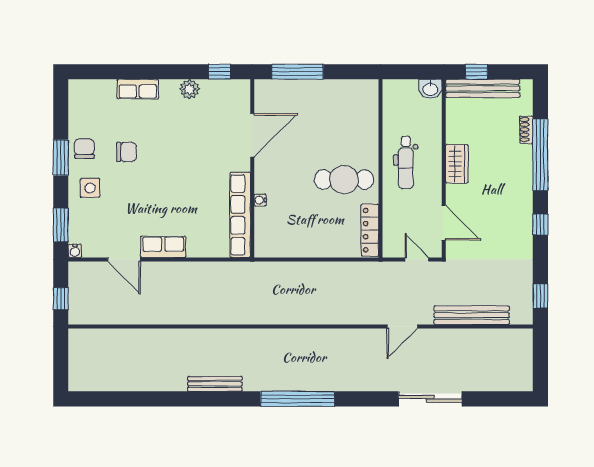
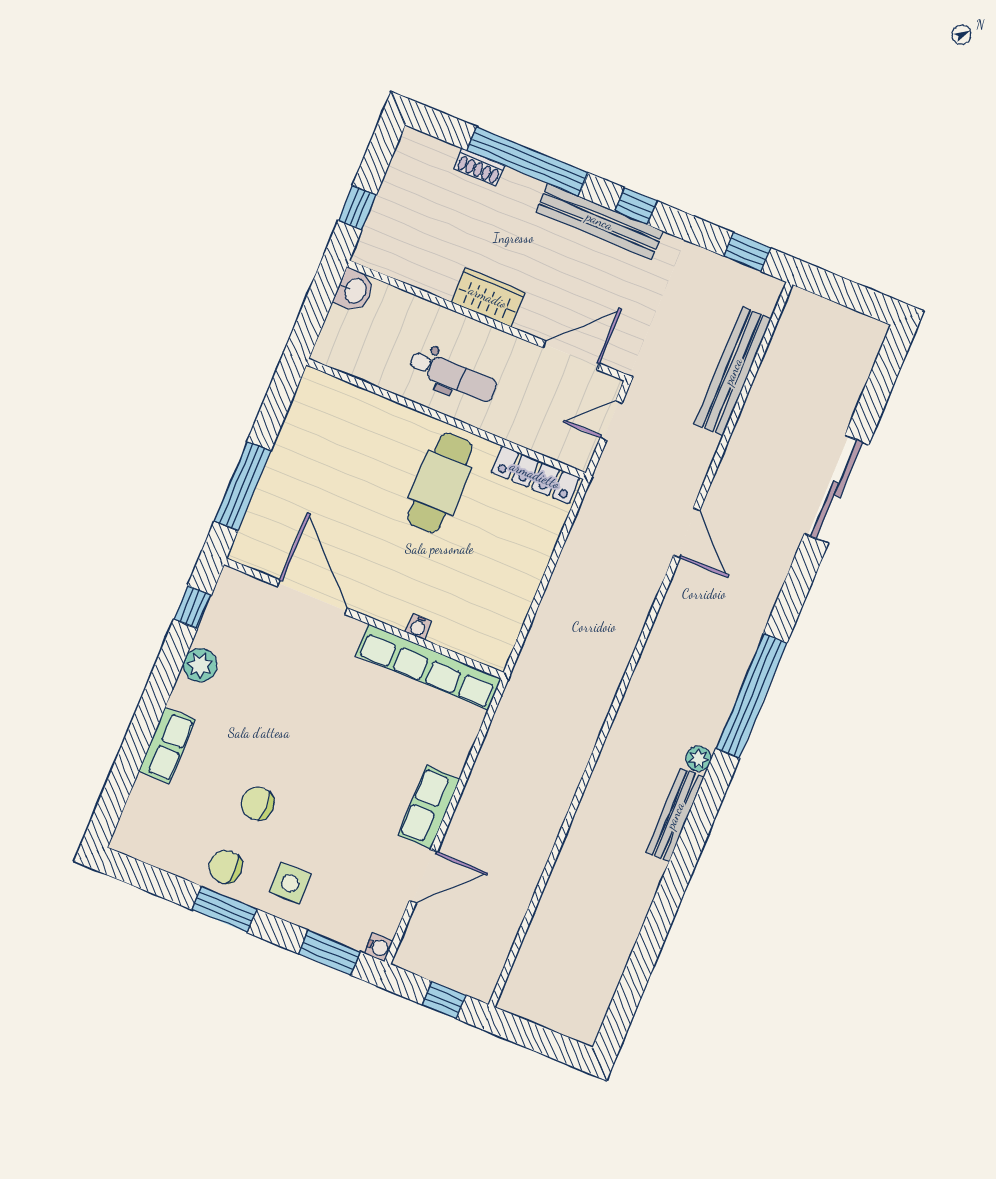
bench: (483, 88) -> (600, 221), moved, turned 90
chair: (126, 152) -> (258, 803), turned -90
door: (402, 326) -> (687, 533), moved
plant: (251, 384) -> (698, 759), added

